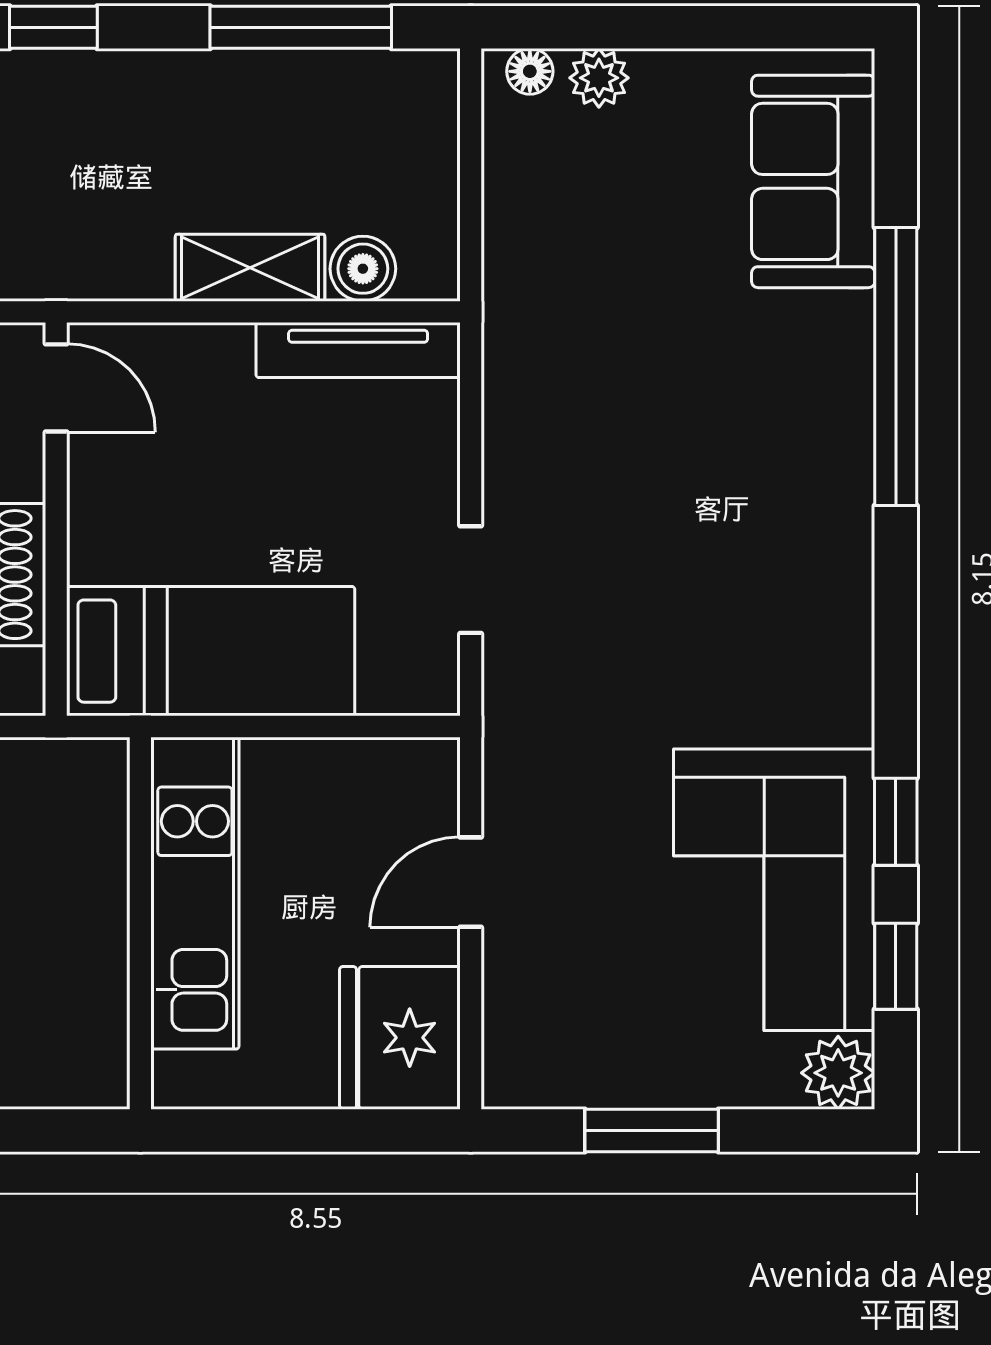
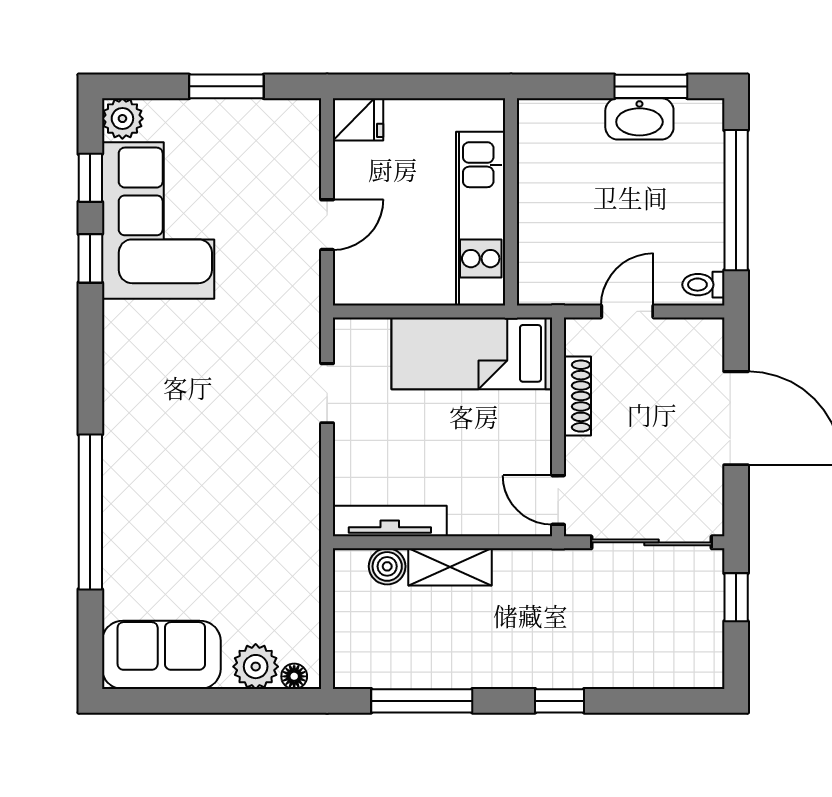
plant: (599, 78) -> (256, 667), width x1.38, depth x1.38
sofa: (813, 181) -> (161, 655), moved, turned -90
fridge: (400, 1038) -> (358, 120), width x0.53, depth x0.75

